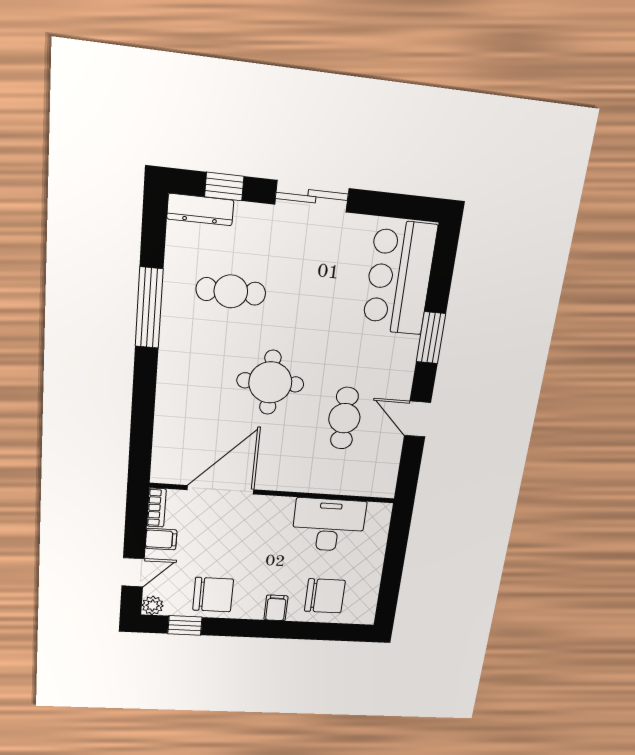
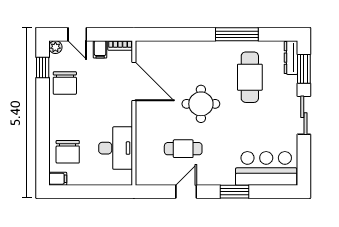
window: (224, 186) -> (304, 69), width x1.50
cafe table: (231, 291) -> (250, 77), width x1.37, depth x1.35
filing cabinet: (276, 608) -> (58, 179), moved

